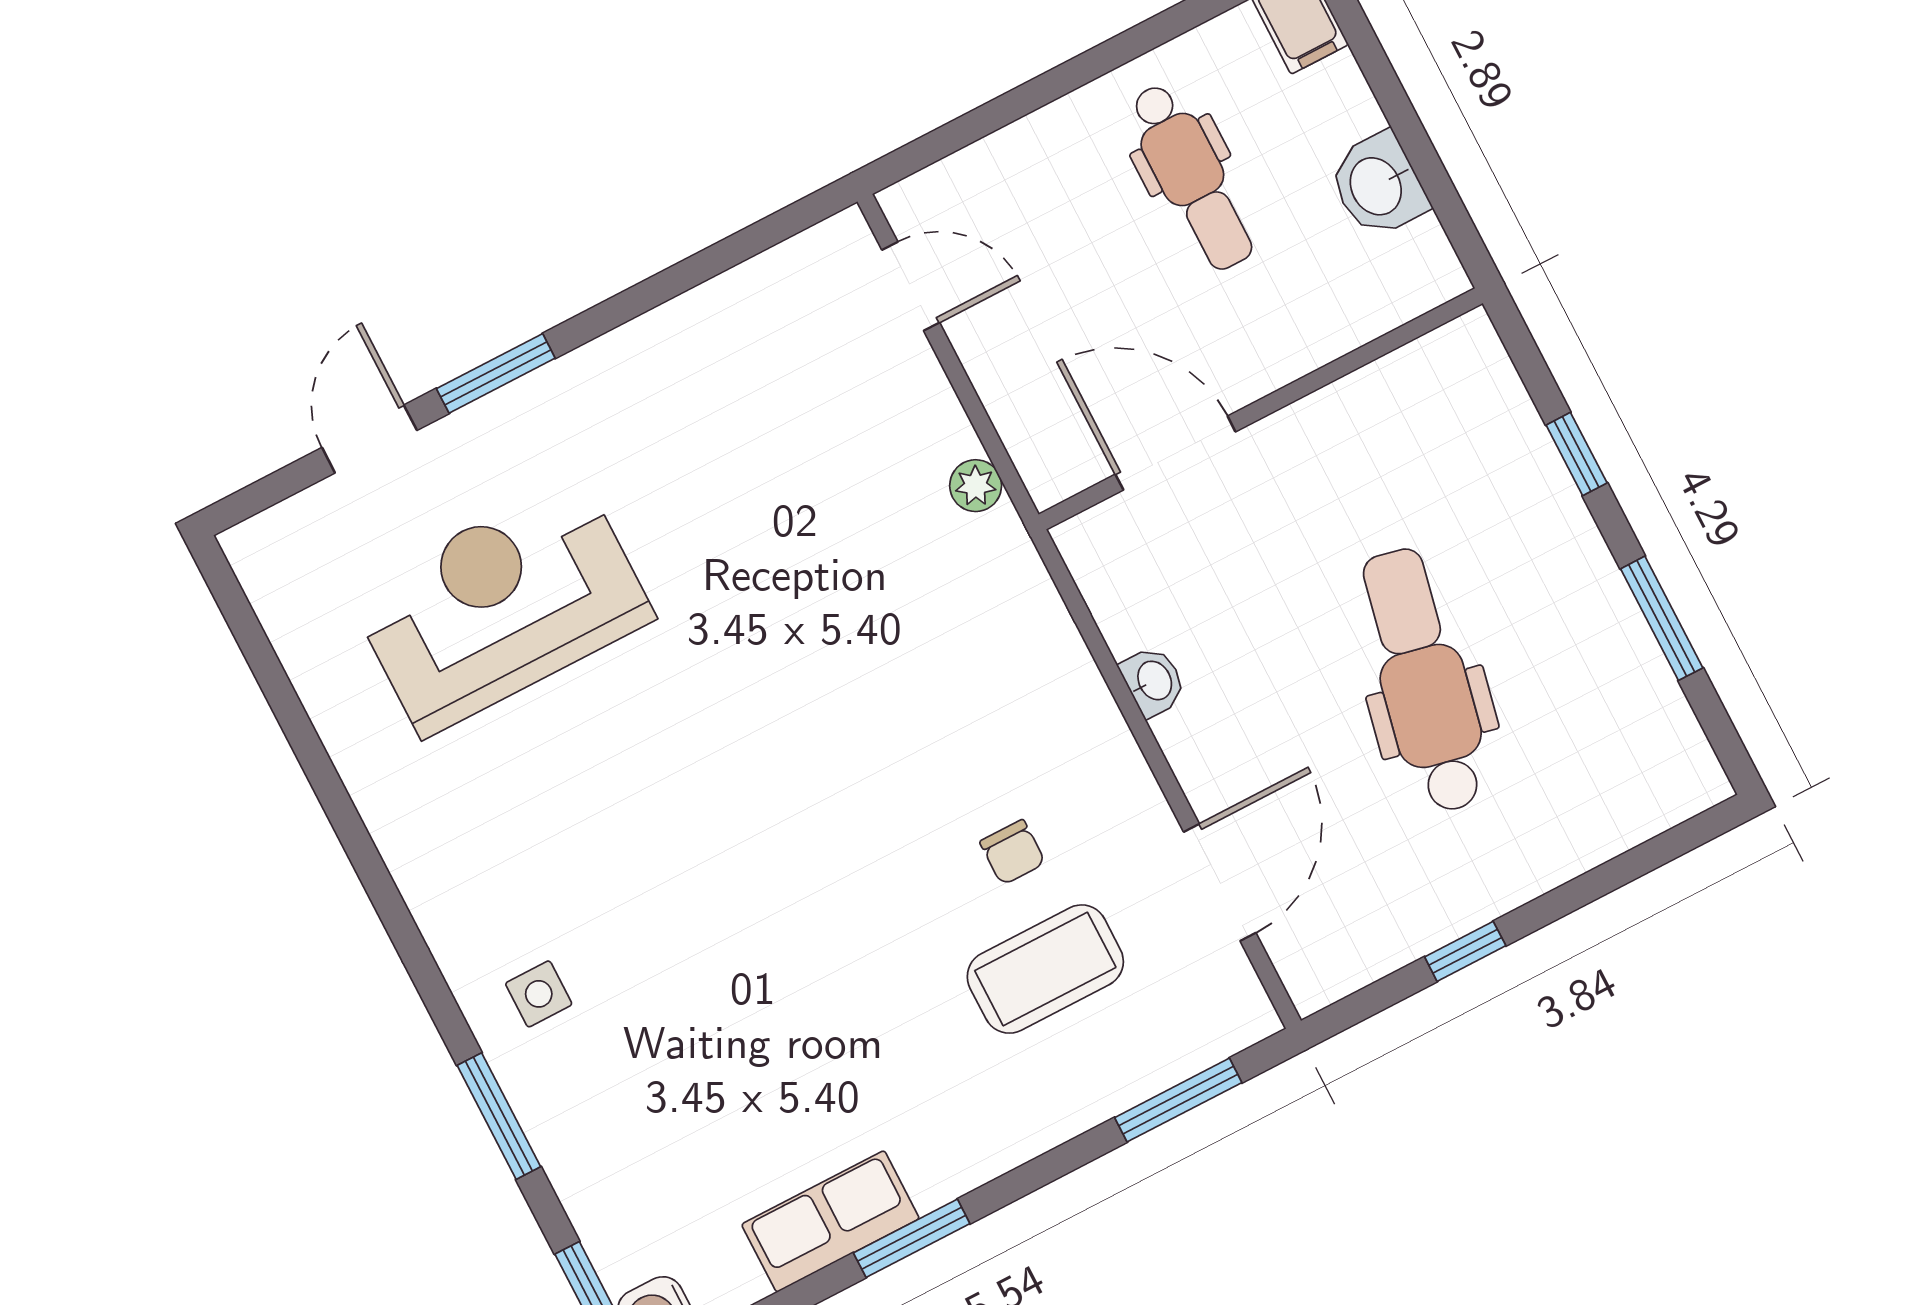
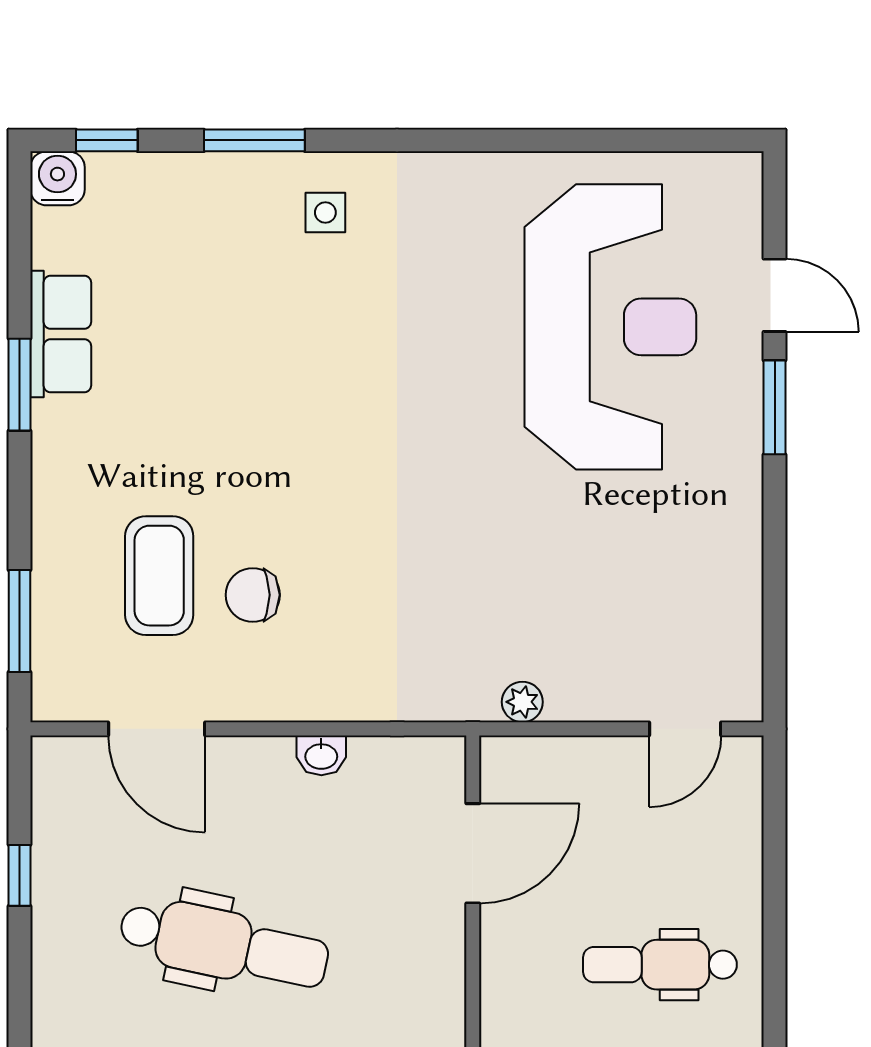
reception desk: (501, 606) -> (610, 327), width x1.36, depth x1.30
chair: (1013, 852) -> (253, 595), width x1.37, depth x1.37

